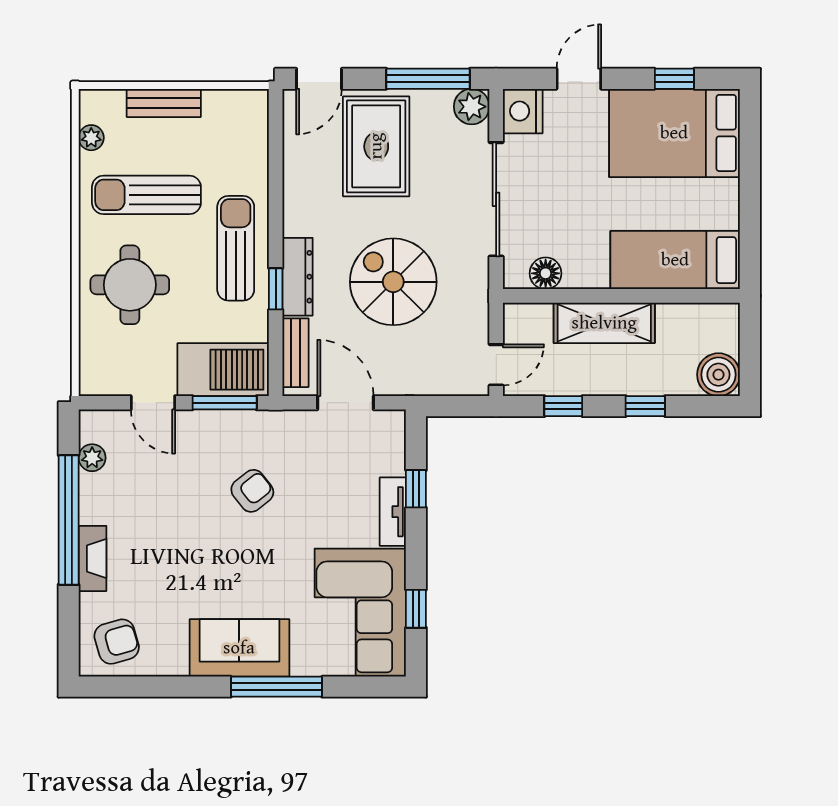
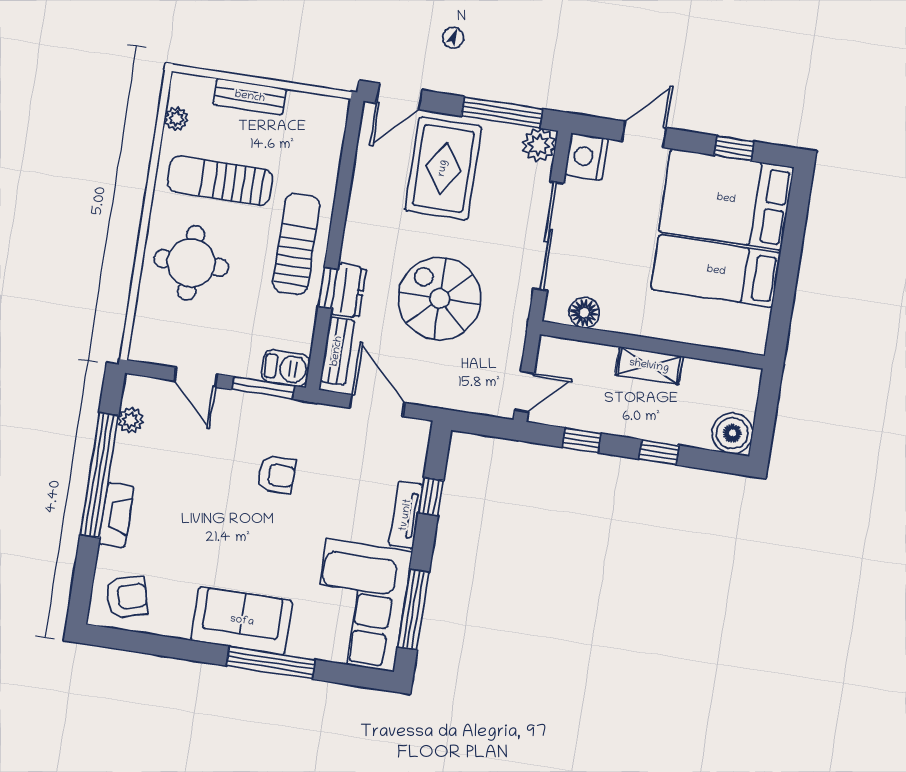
bed: (675, 260) -> (716, 271), moved
dresser: (298, 277) -> (349, 291), width x0.70
shelving: (604, 323) -> (649, 366), width x0.67, depth x0.75
barbecue: (223, 370) -> (286, 368), width x0.53, depth x0.65
armchair: (252, 491) -> (277, 475), turned 38
window: (416, 609) -> (413, 610), width x2.17

